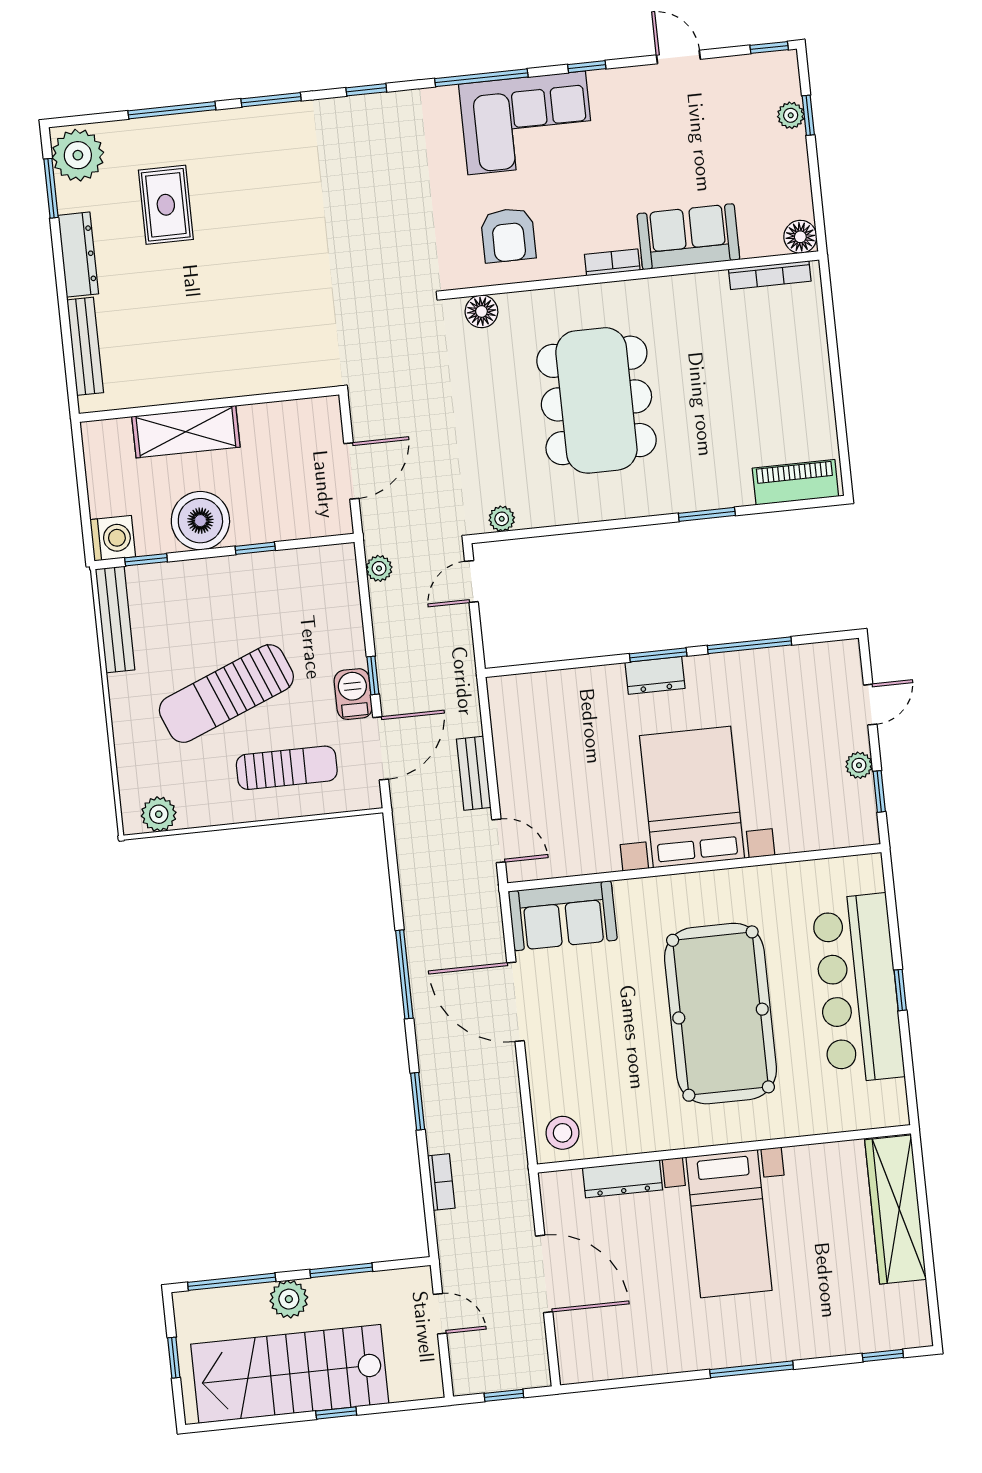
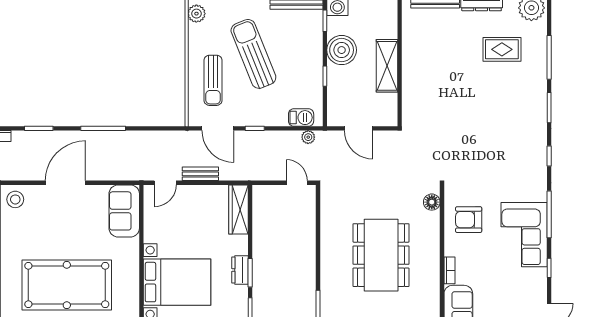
dining table: (596, 400) -> (381, 255), turned 90
shelving: (186, 432) -> (387, 66), moved
plant: (502, 519) -> (327, 201), removed
wardrobe: (536, 691) -> (239, 210), added
barbecue: (353, 694) -> (301, 118), moved
door: (516, 1002) -> (65, 183), moved

